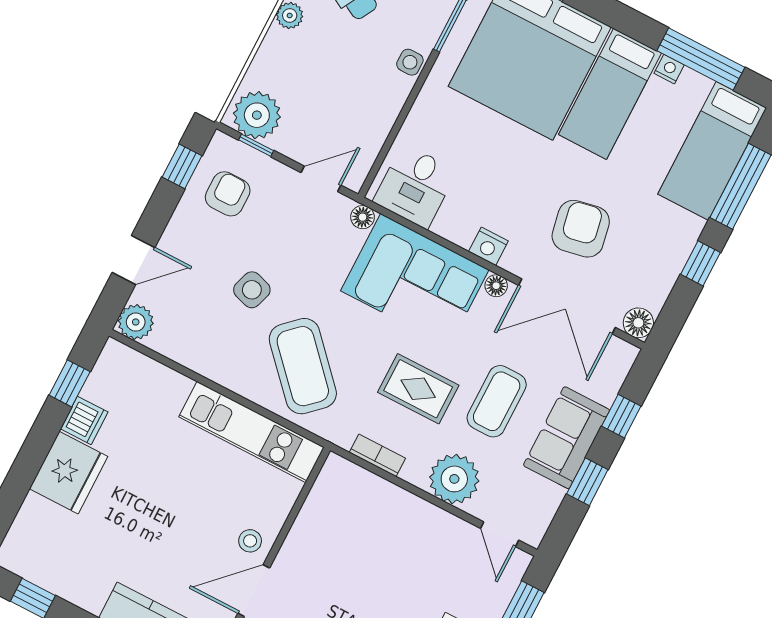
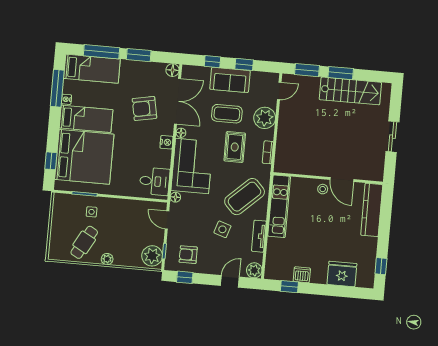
side table: (410, 62) -> (92, 212), moved
door: (133, 260) -> (230, 281), hinge flipped
window: (700, 263) -> (139, 55), width x1.50
tv unit: (205, 362) -> (259, 236), added
fridge: (69, 473) -> (342, 274), moved

